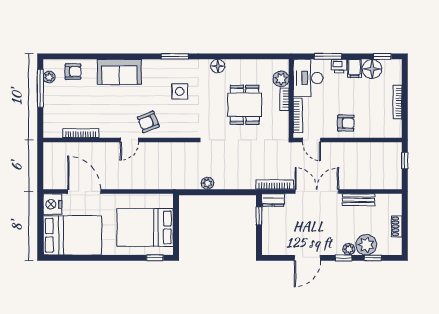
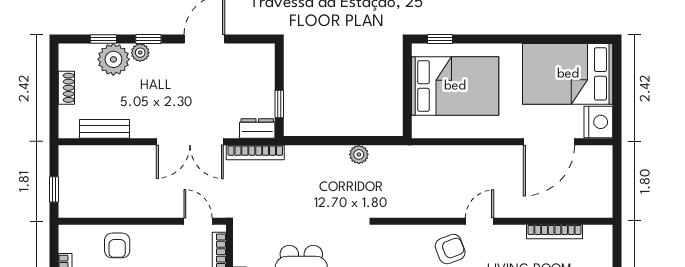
armchair: (346, 123) -> (117, 245), moved, turned -91
door: (84, 191) -> (549, 142), hinge flipped
bench: (358, 200) -> (104, 129), moved

